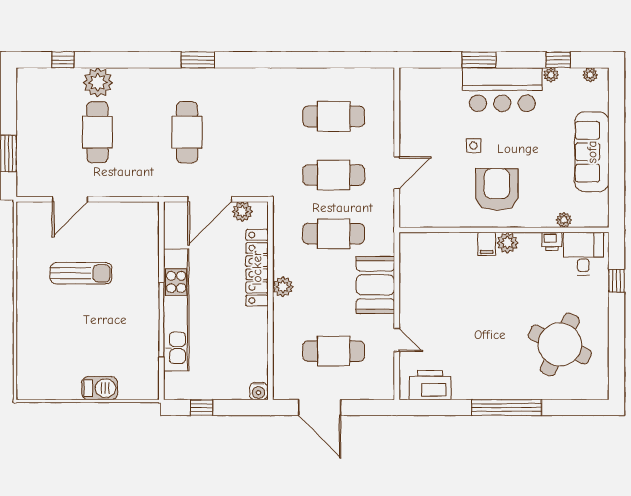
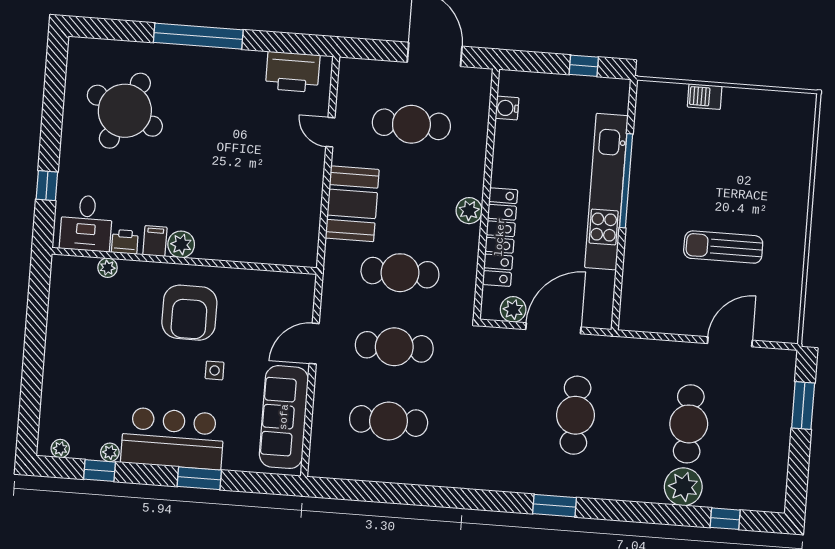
sofa: (592, 152) -> (284, 417), moved, turned 180
filing cabinet: (487, 244) -> (155, 241), moved
barbecue: (100, 388) -> (705, 97), width x0.73, depth x0.79
water cooler: (259, 391) -> (507, 108), moved, turned -90

